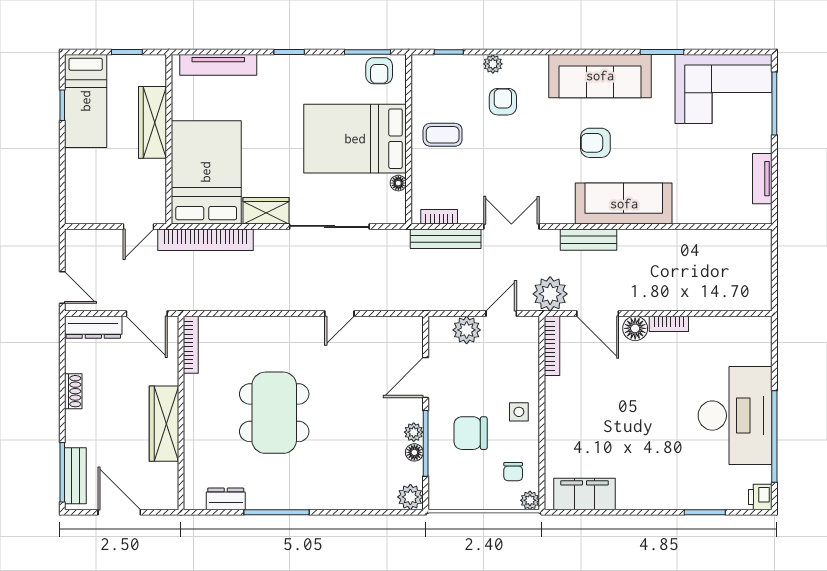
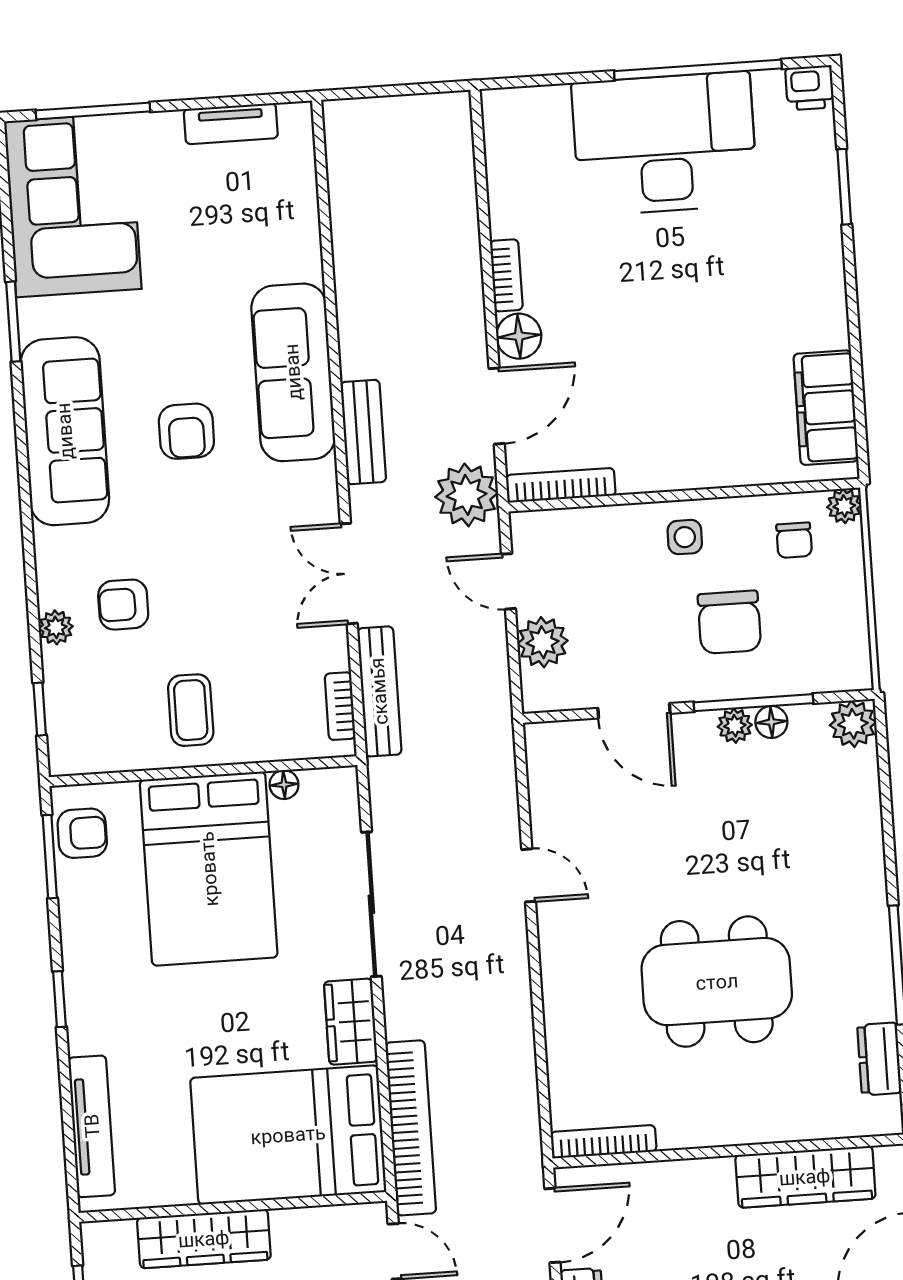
wardrobe: (164, 424) -> (805, 1177), moved
chair: (513, 472) -> (794, 540), turned 90

